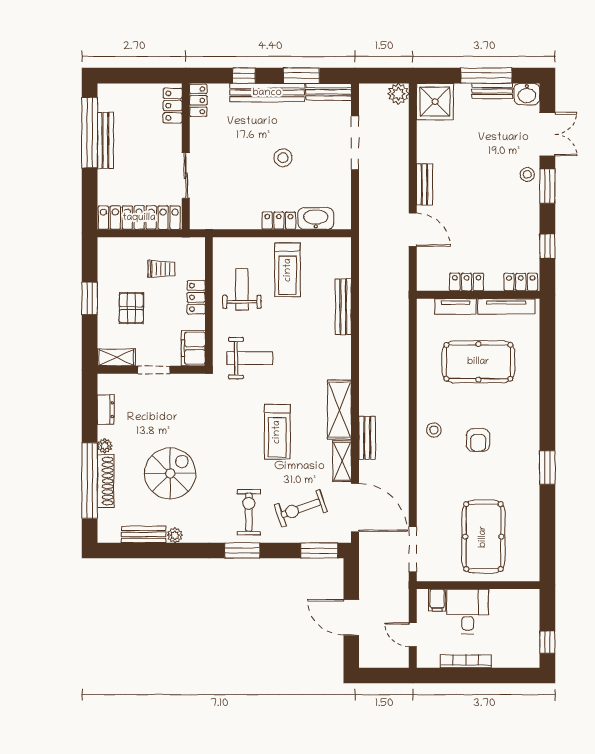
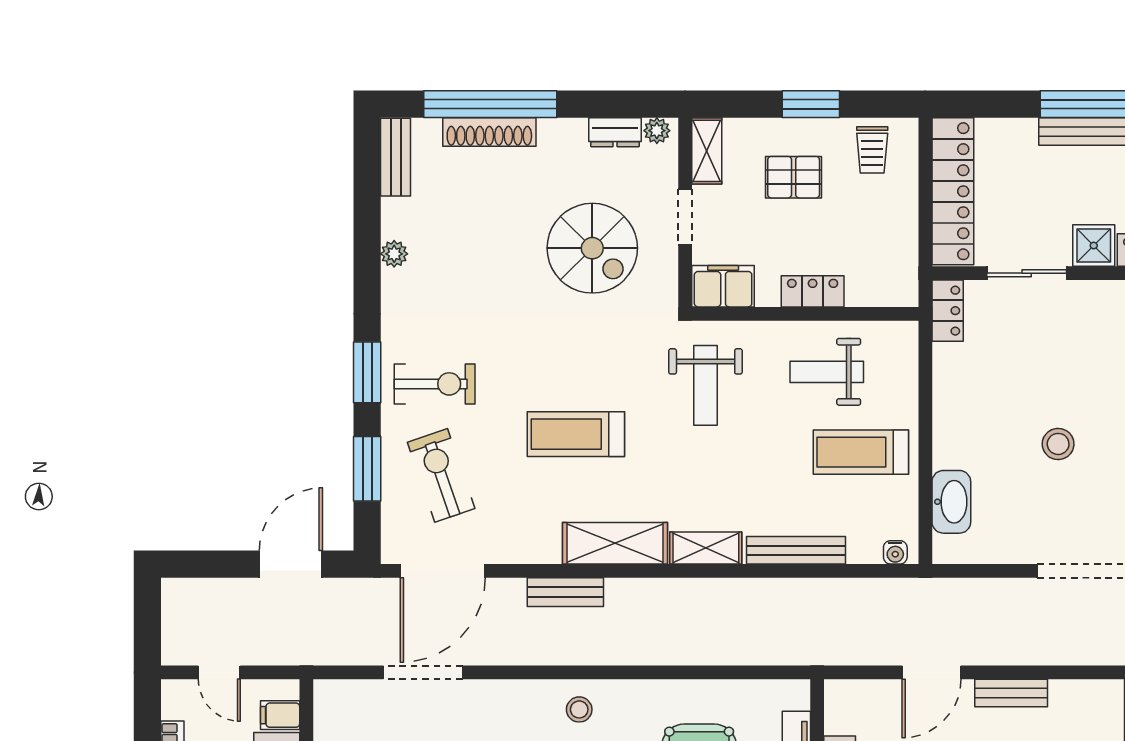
shower: (170, 138) -> (1094, 246), added
locker: (279, 221) -> (948, 311), moved
water cooler: (345, 250) -> (895, 552), added
trolley: (161, 269) -> (872, 150), moved
weight bench: (242, 289) -> (827, 372), turned 180
plant: (105, 446) -> (657, 131), moved
shelving: (342, 461) -> (706, 548), moved
spiral stairs: (170, 473) -> (592, 248), moved
bench: (144, 534) -> (396, 157), moved
doorway: (413, 549) -> (423, 672), moved
window: (319, 551) -> (367, 469), moved
door: (351, 617) -> (291, 564), moved
door: (413, 635) -> (219, 672), swing flipped

